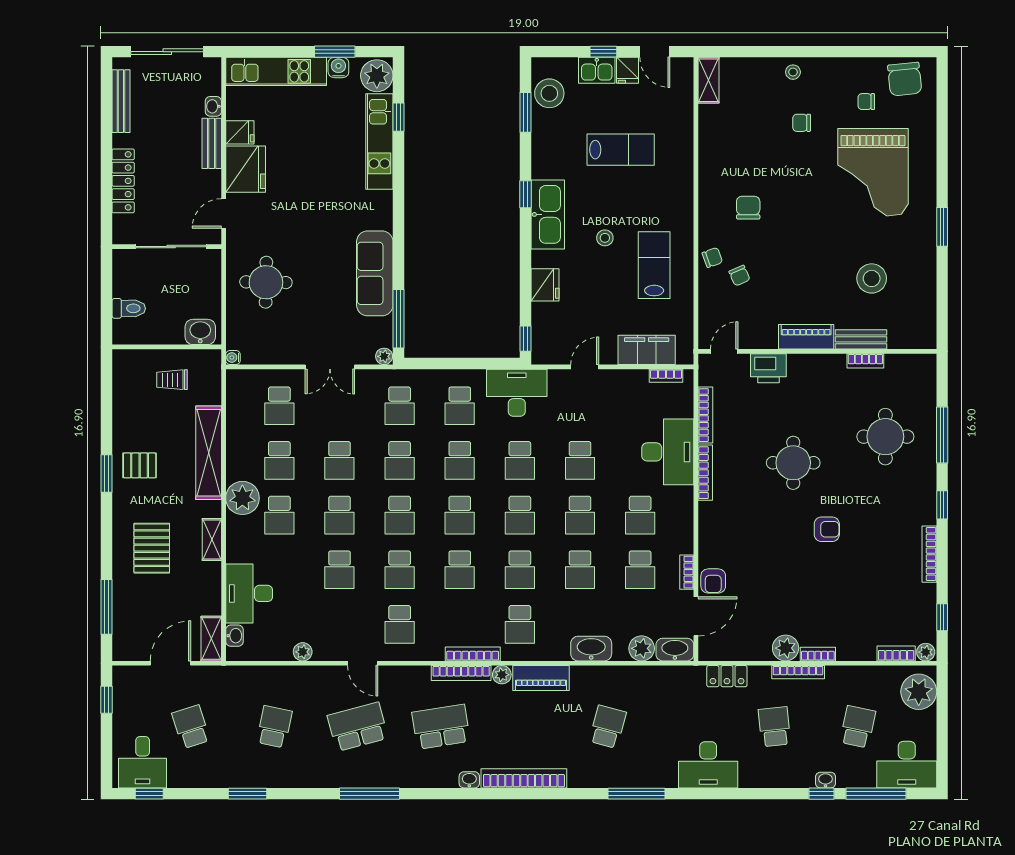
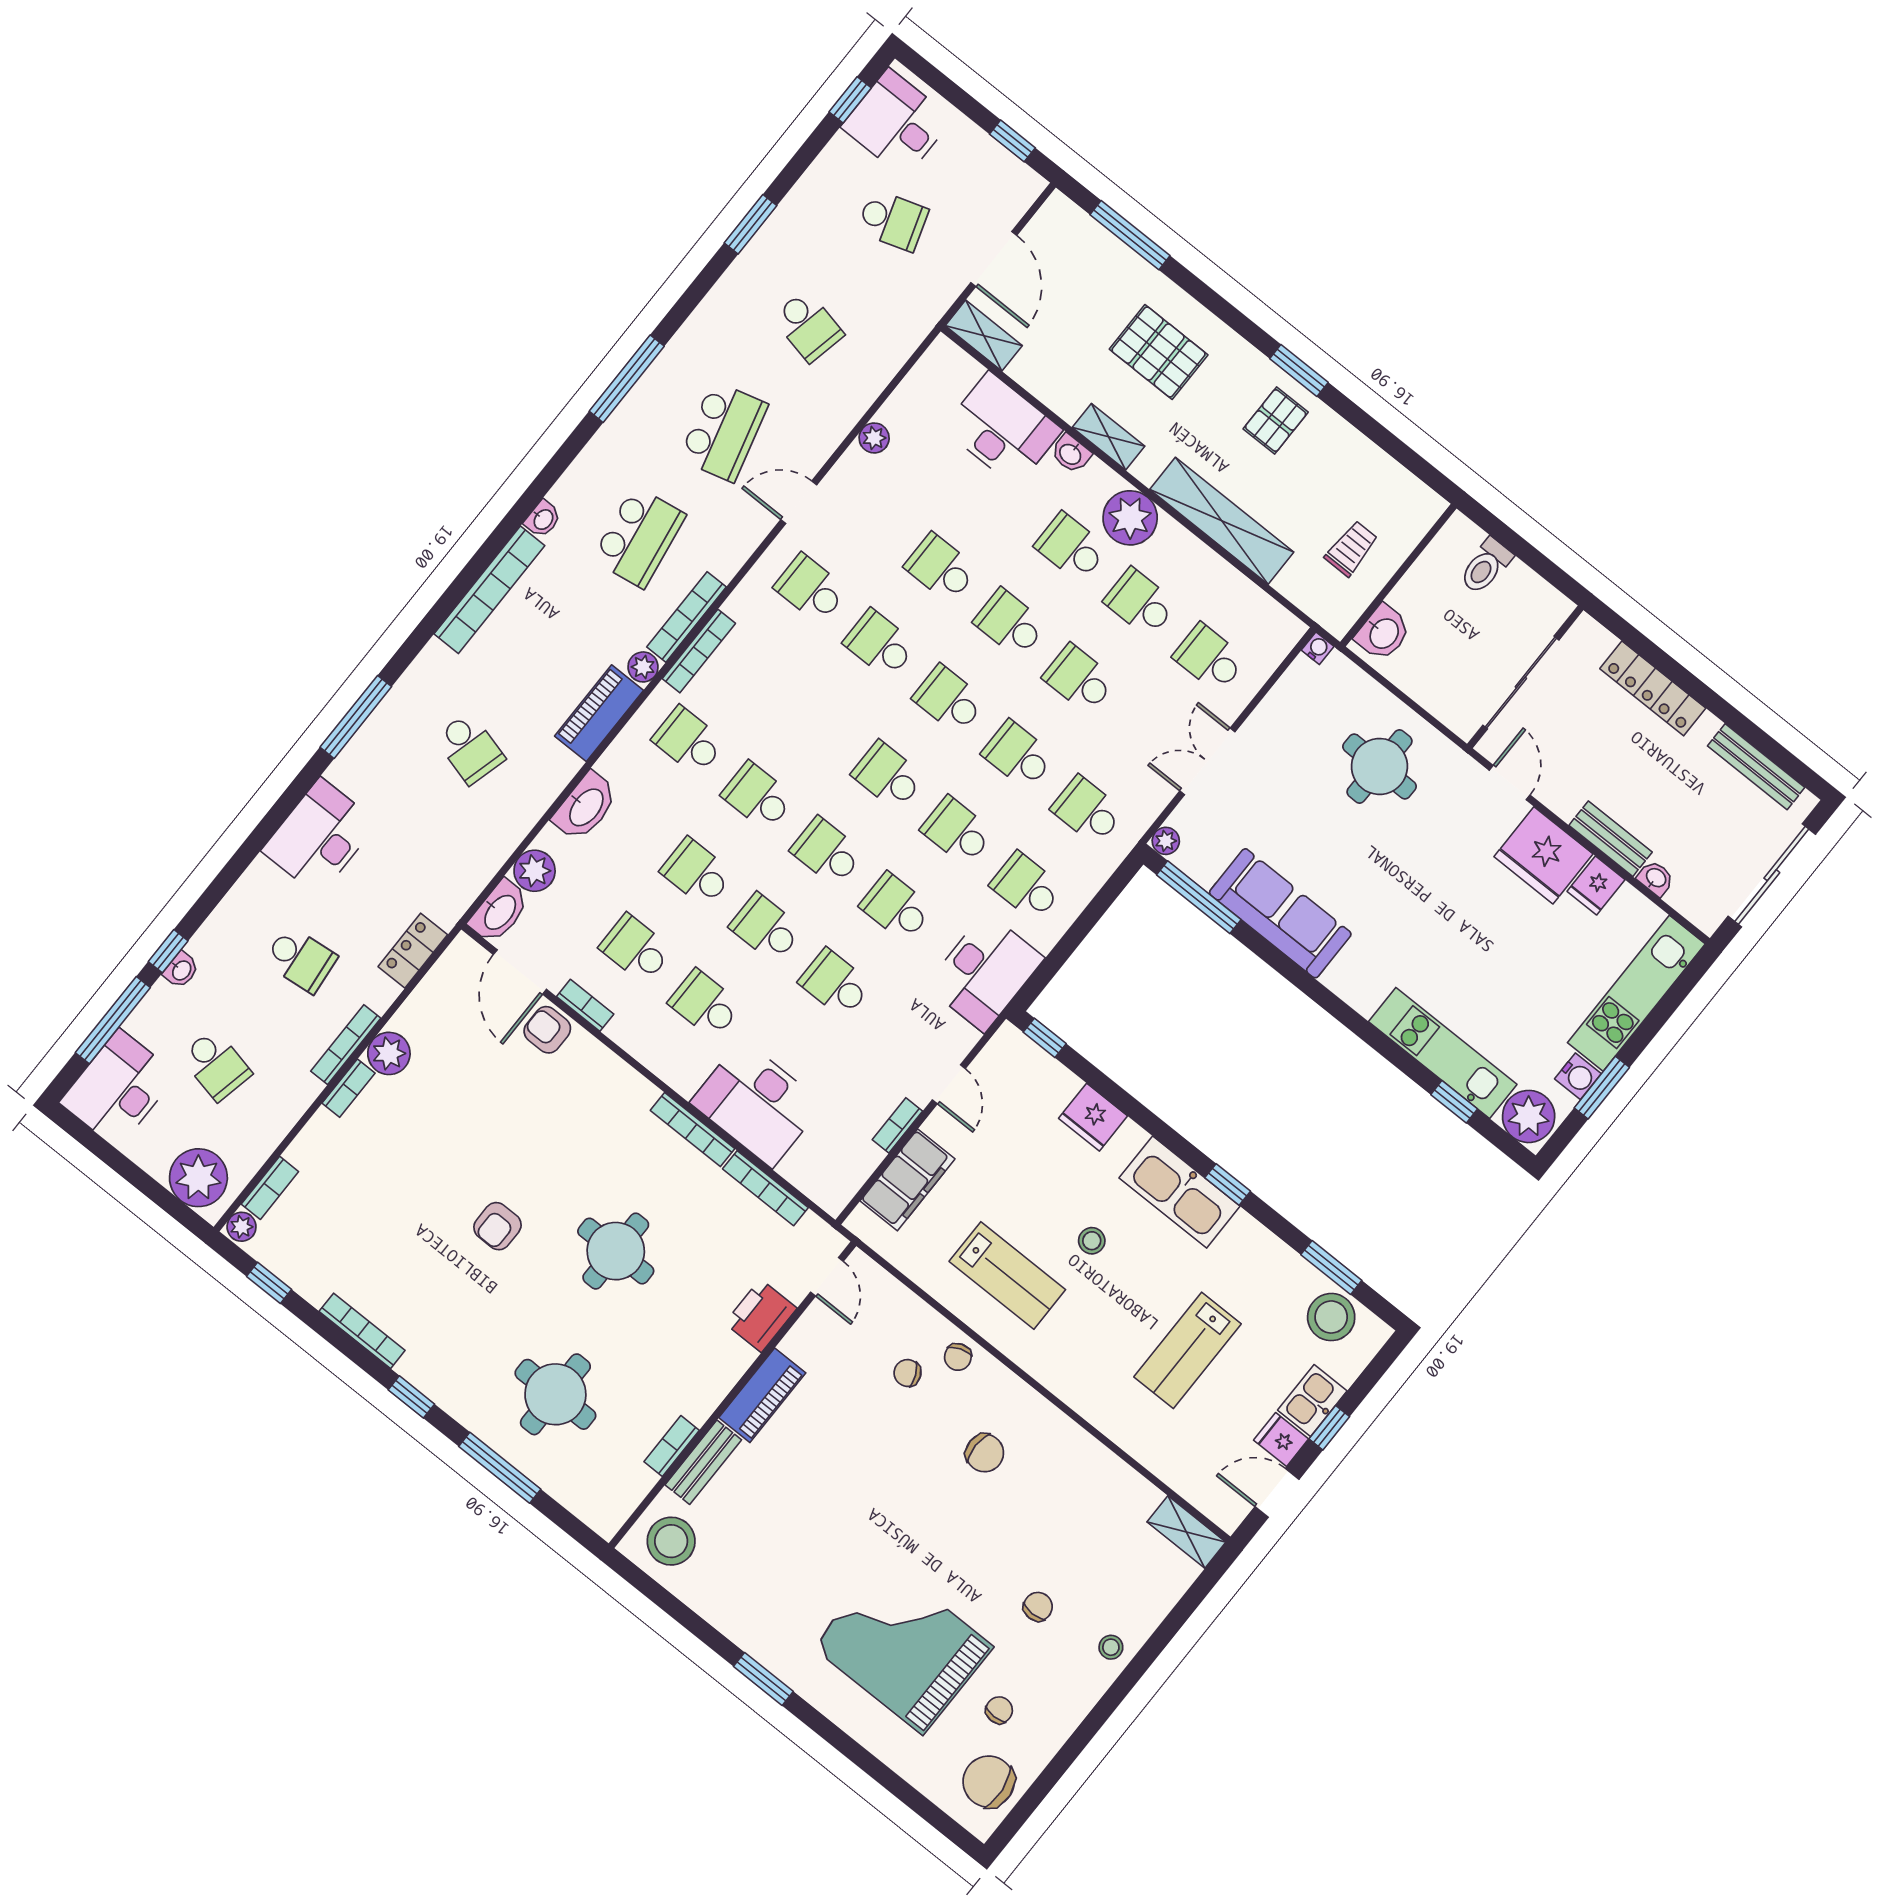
stool: (872, 278) -> (671, 1541), moved
bookcase: (666, 376) -> (897, 1125), moved
school desk: (460, 570) -> (819, 720), removed
washbasin: (235, 636) -> (1071, 454), moved

